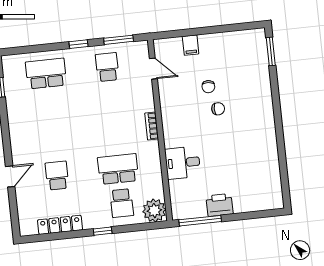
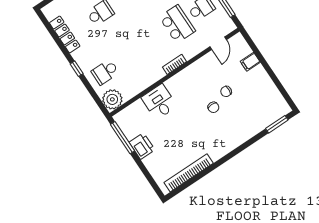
school desk: (118, 169) -> (177, 24), moved
bookcase: (273, 171) -> (189, 173), added

